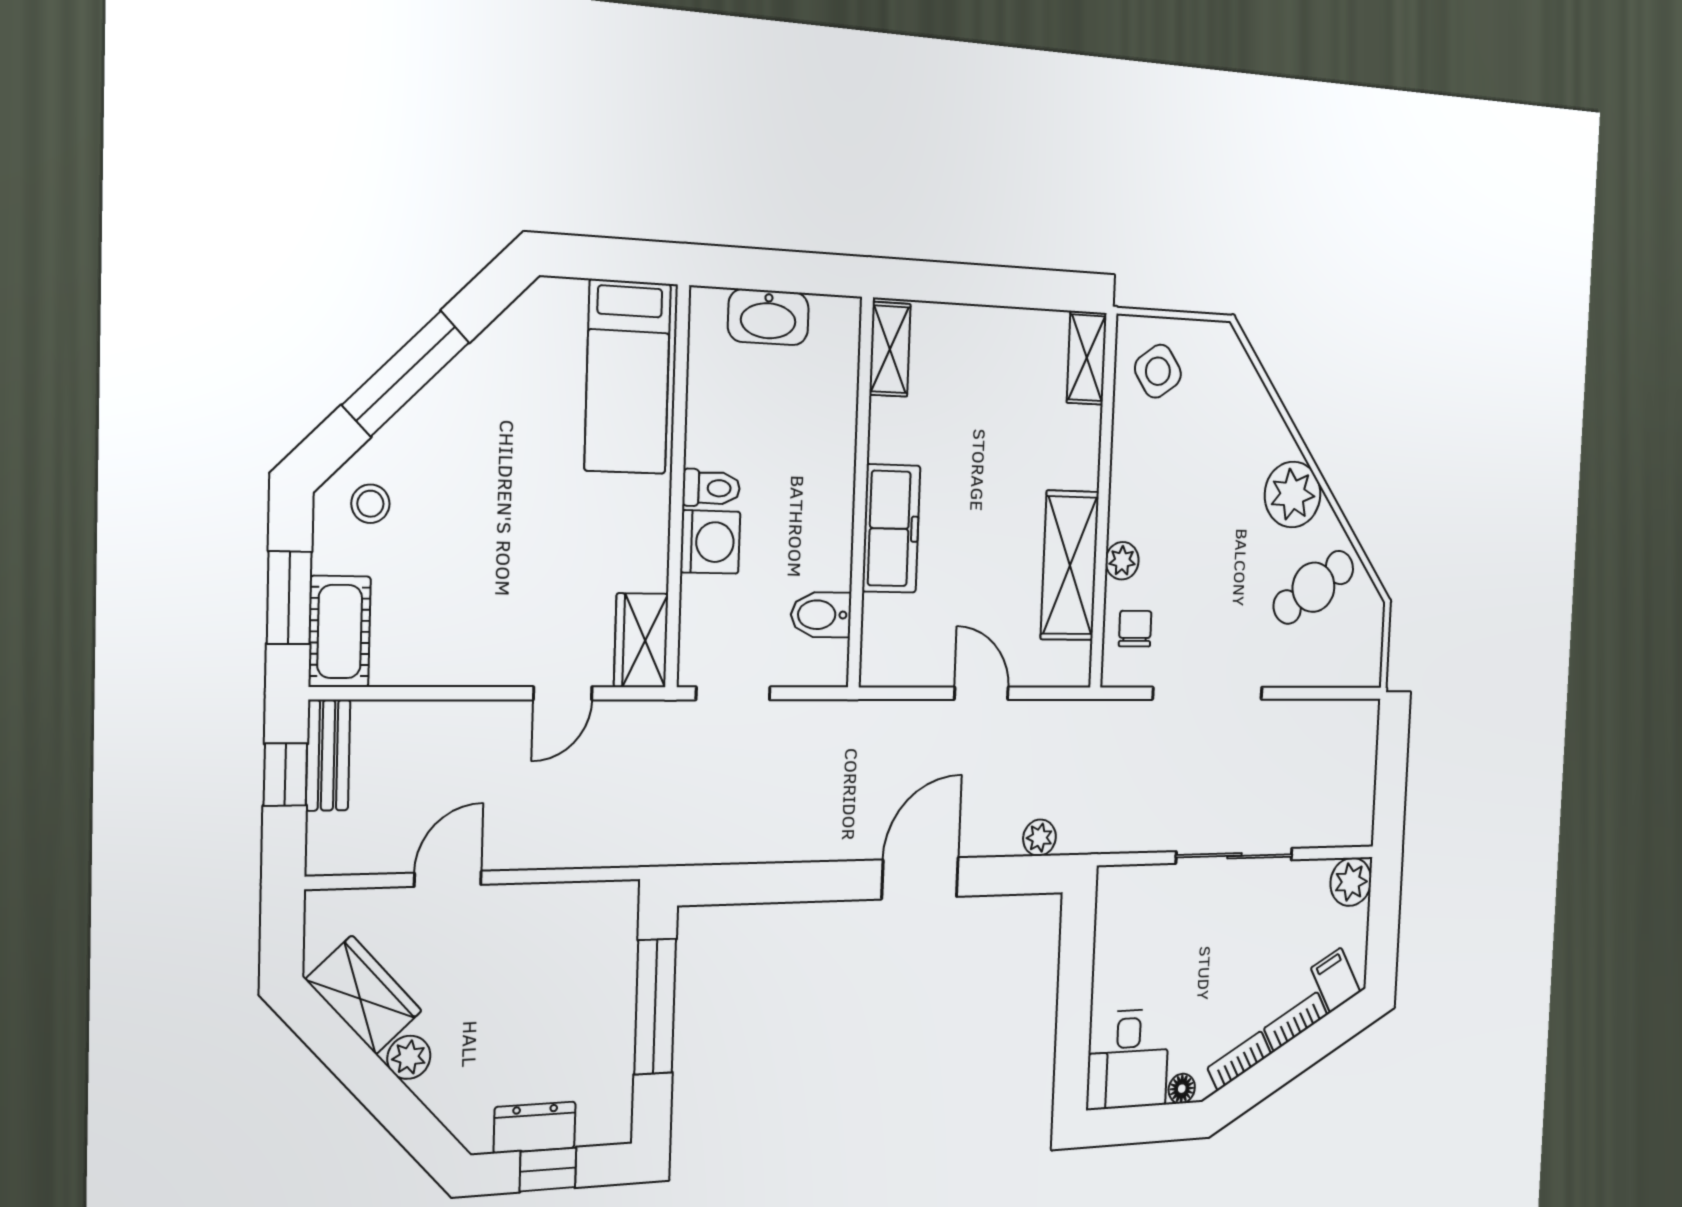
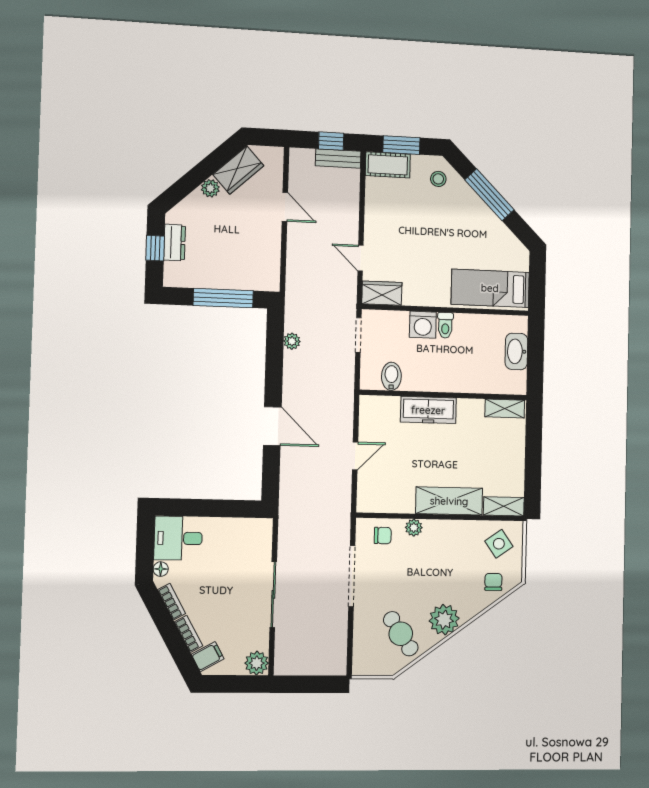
chair: (1229, 386) -> (493, 582), added
shelving: (1070, 565) -> (449, 501), moved
plant: (1039, 838) -> (292, 341), moved

